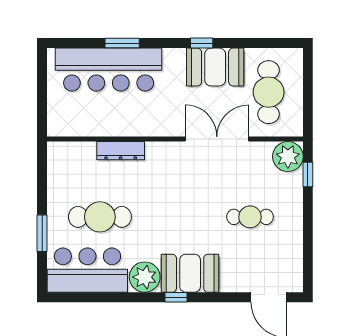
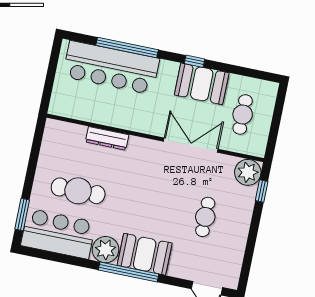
window: (122, 43) -> (127, 47), width x2.11
cafe table: (269, 92) -> (243, 114), width x0.73, depth x0.74
cafe table: (250, 217) -> (205, 217), turned 90
window: (42, 233) -> (22, 214), moved
window: (176, 297) -> (129, 272), width x3.17

